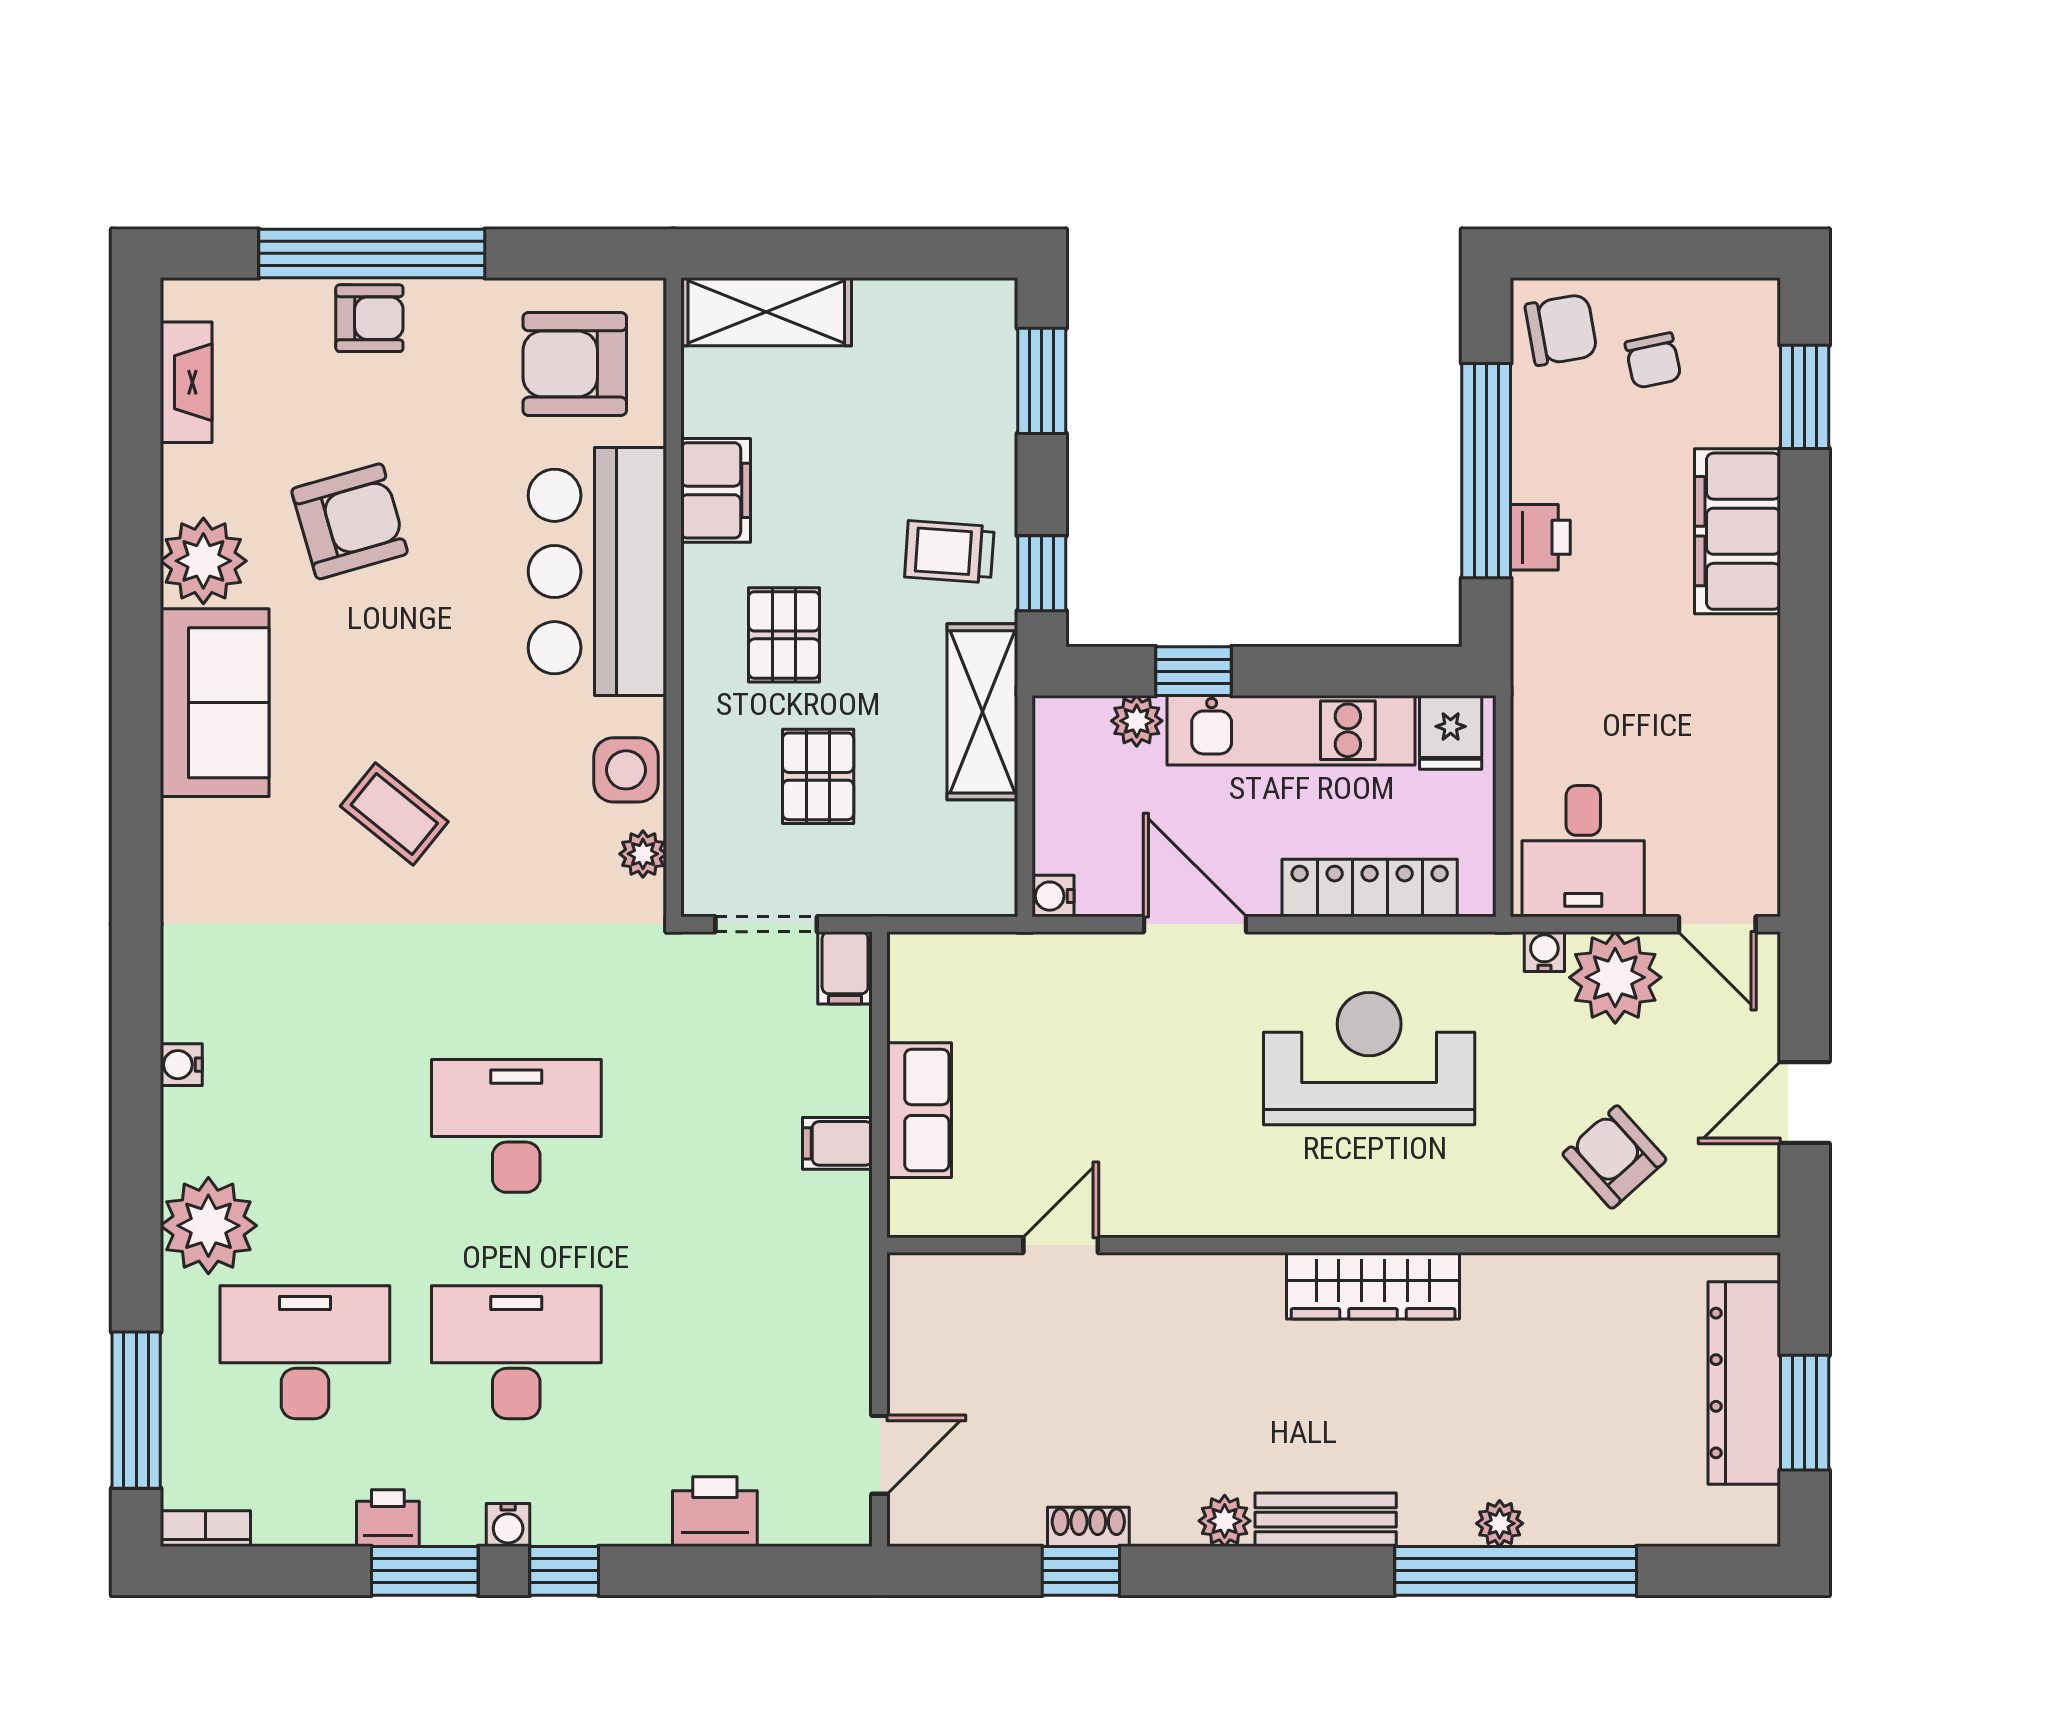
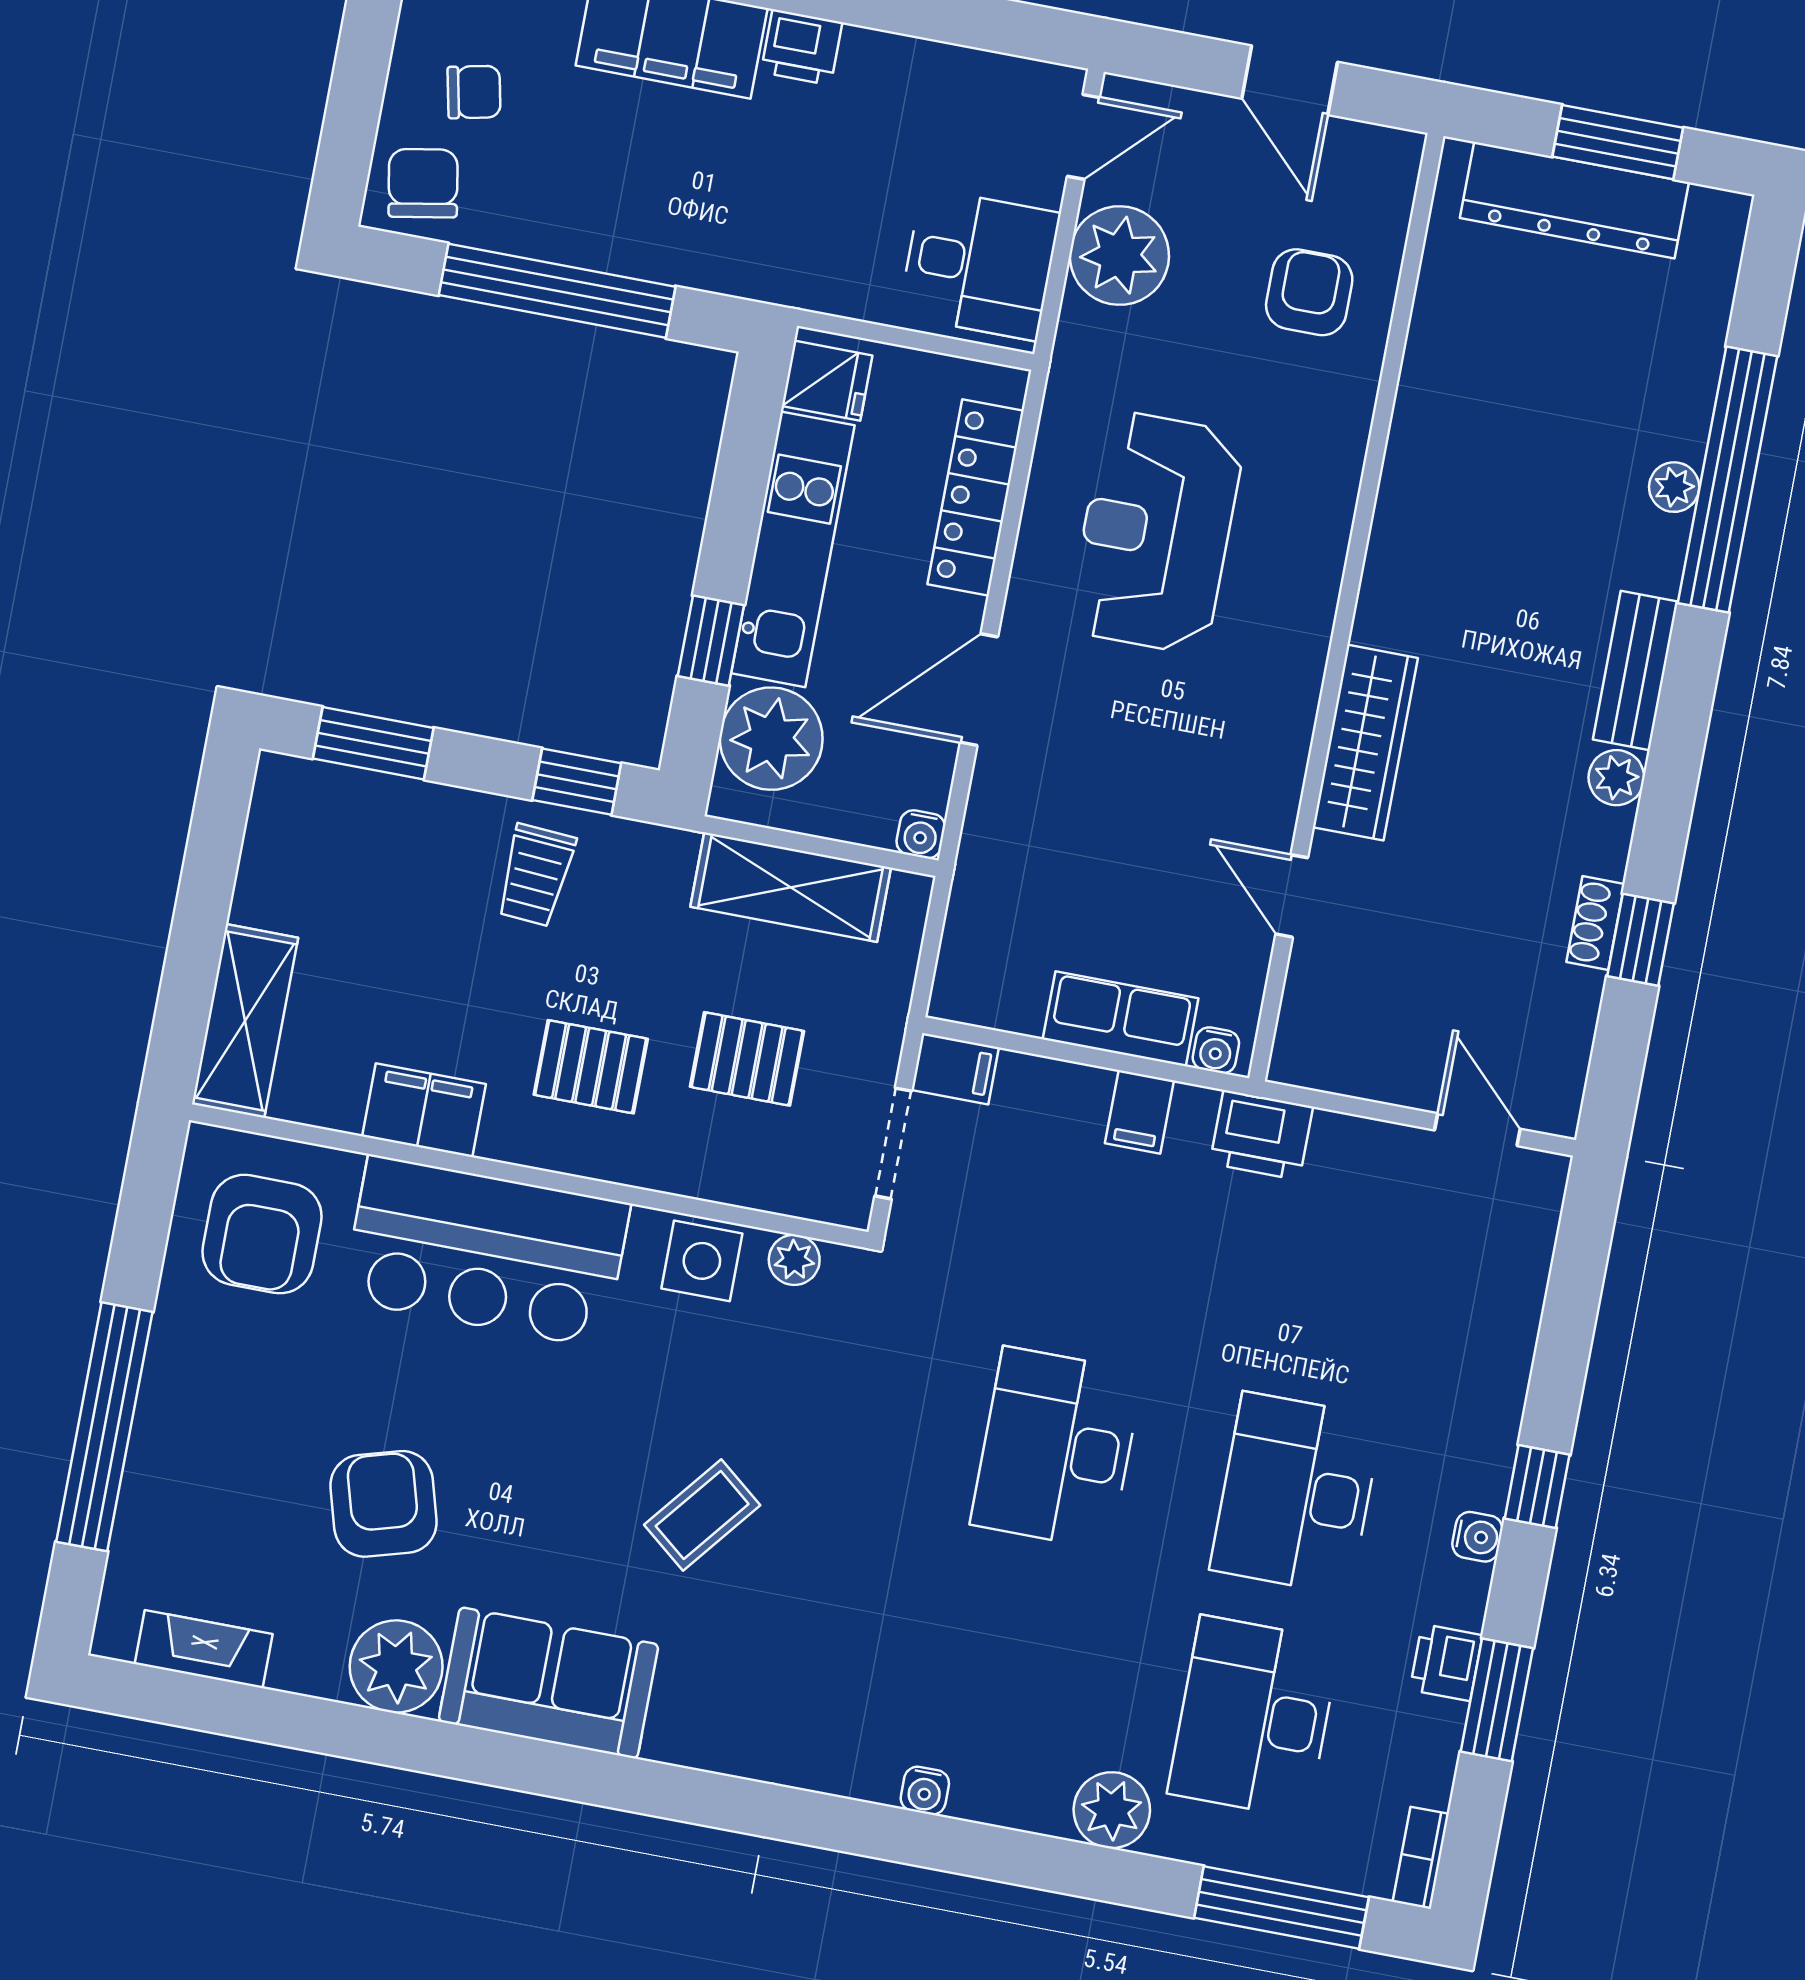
armchair: (369, 318) -> (173, 1442), removed
printer: (1540, 537) -> (802, 47), moved, turned 180
shelving: (982, 712) -> (791, 887), moved
plant: (1137, 721) -> (771, 739), width x1.88, depth x1.88
water cooler: (1544, 952) -> (1216, 1050), moved, turned -90
armchair: (1614, 1157) -> (1309, 292), turned 132
plant: (208, 1226) -> (1112, 1810), width x0.73, depth x0.73
wardrobe: (1373, 1286) -> (1365, 743), moved
printer: (715, 1512) -> (1261, 1135), moved, turned -90
window: (425, 1571) -> (1497, 1700), moved

